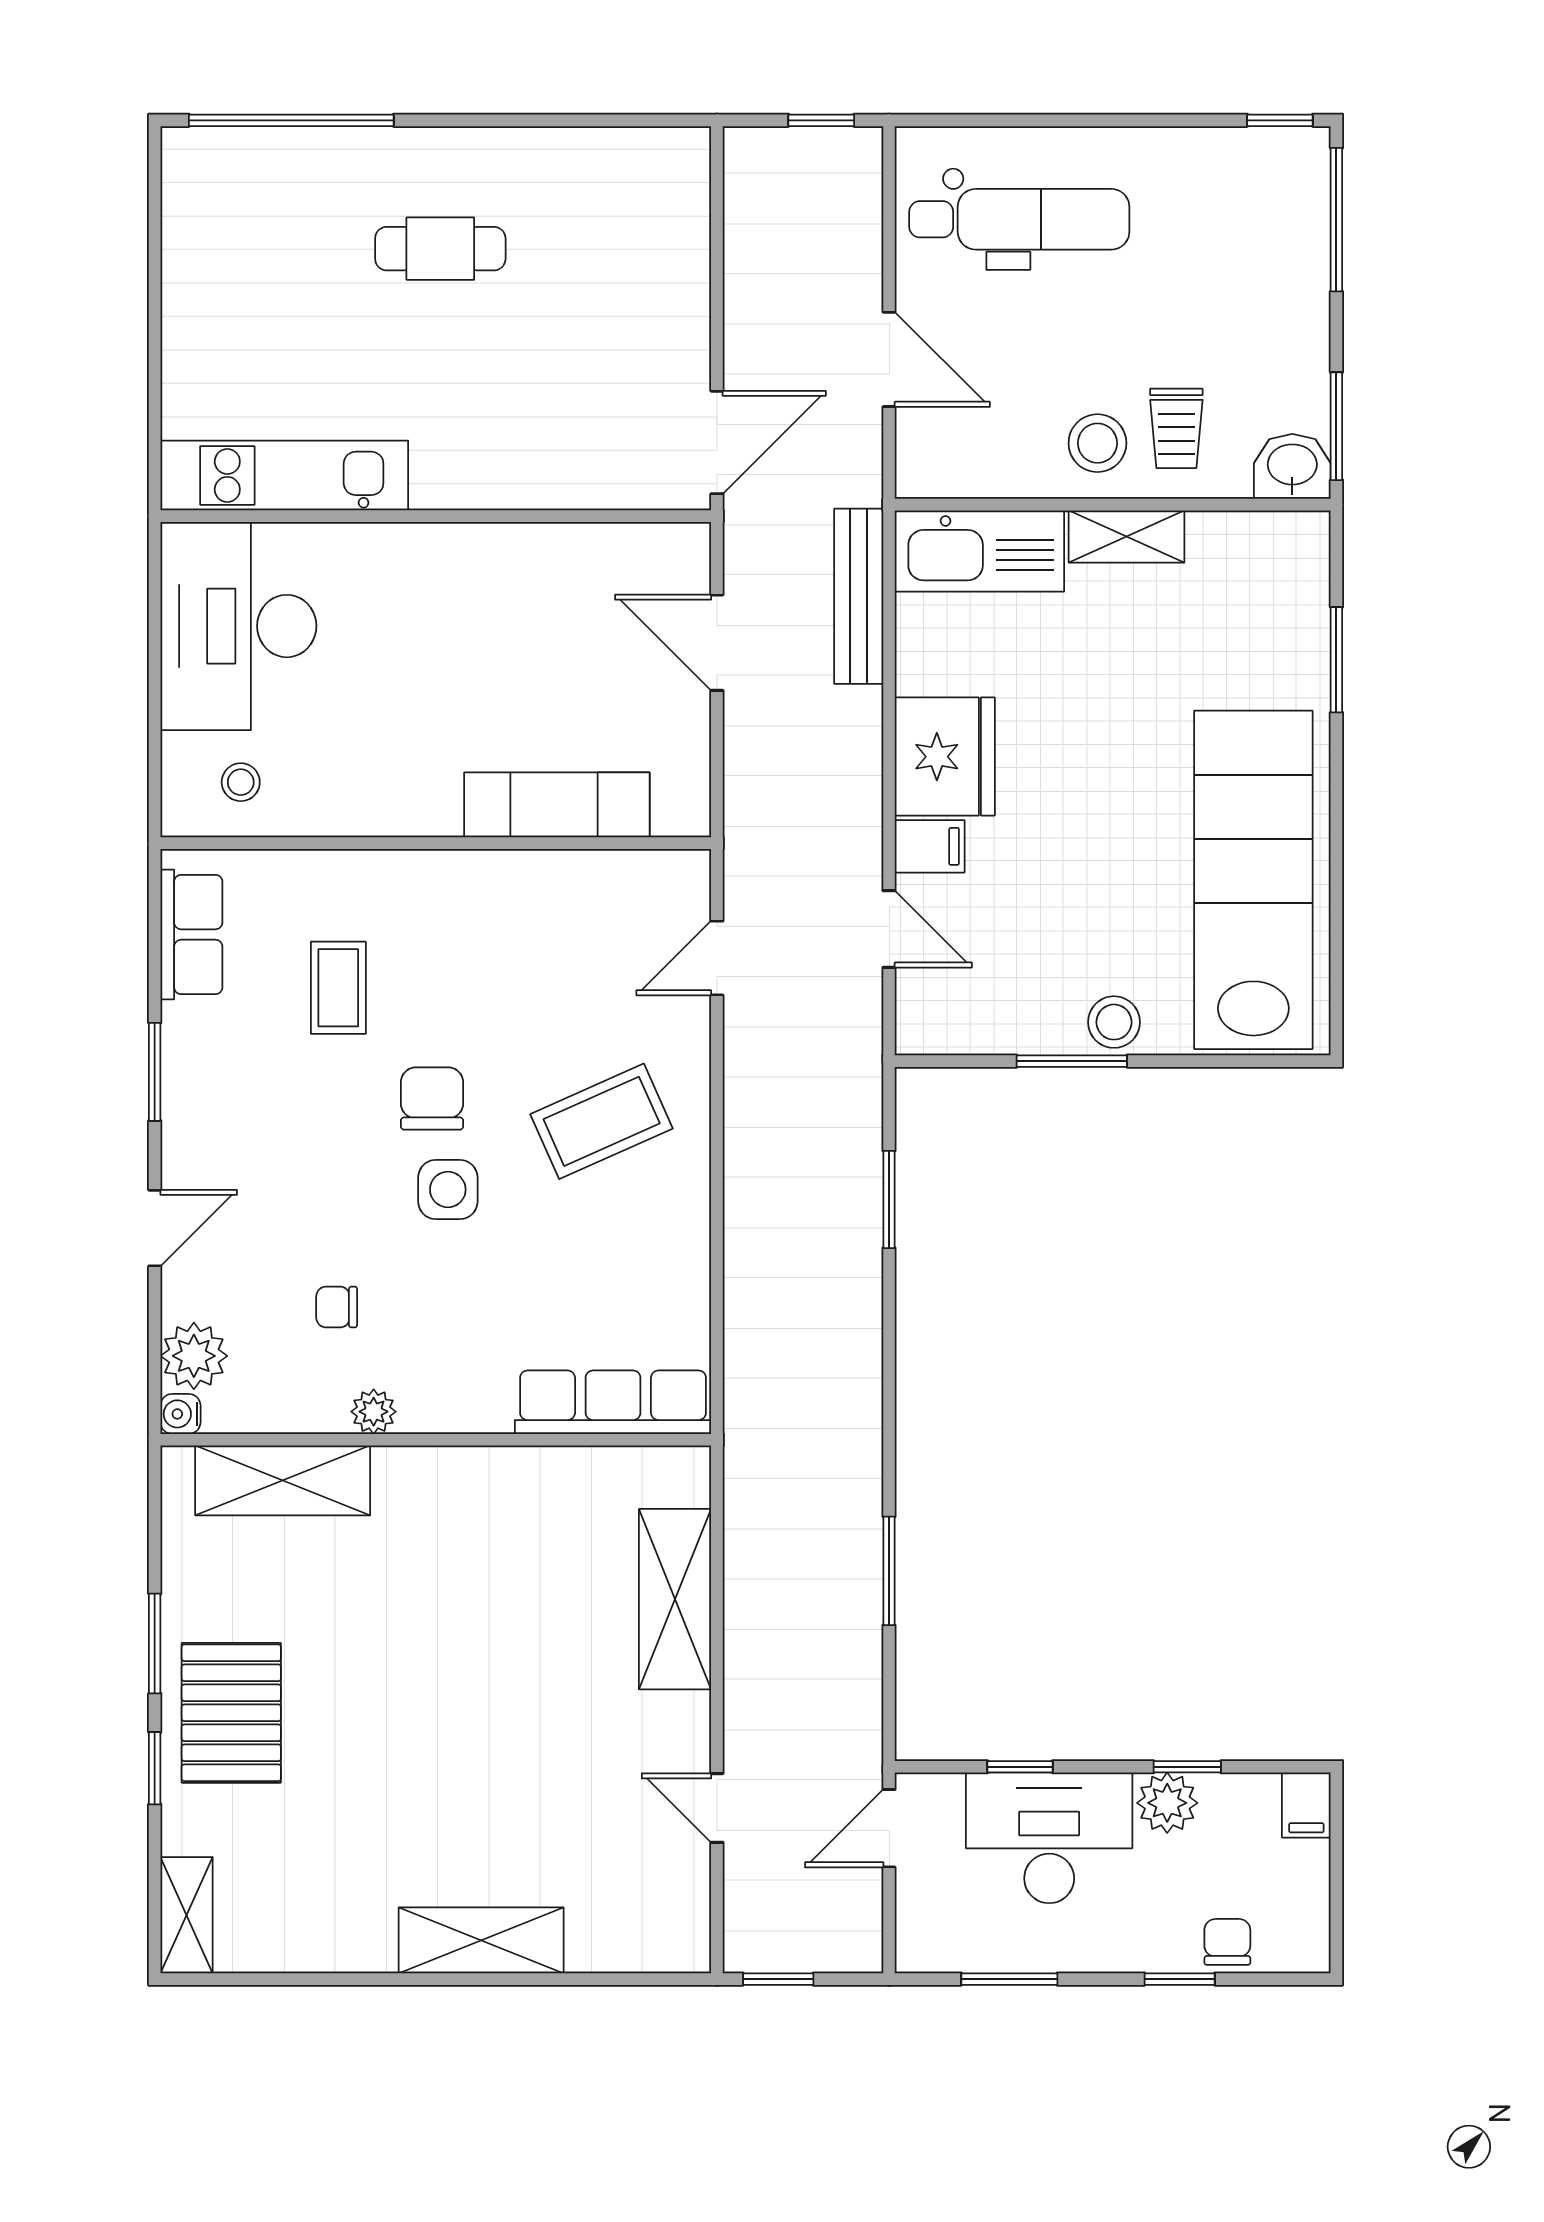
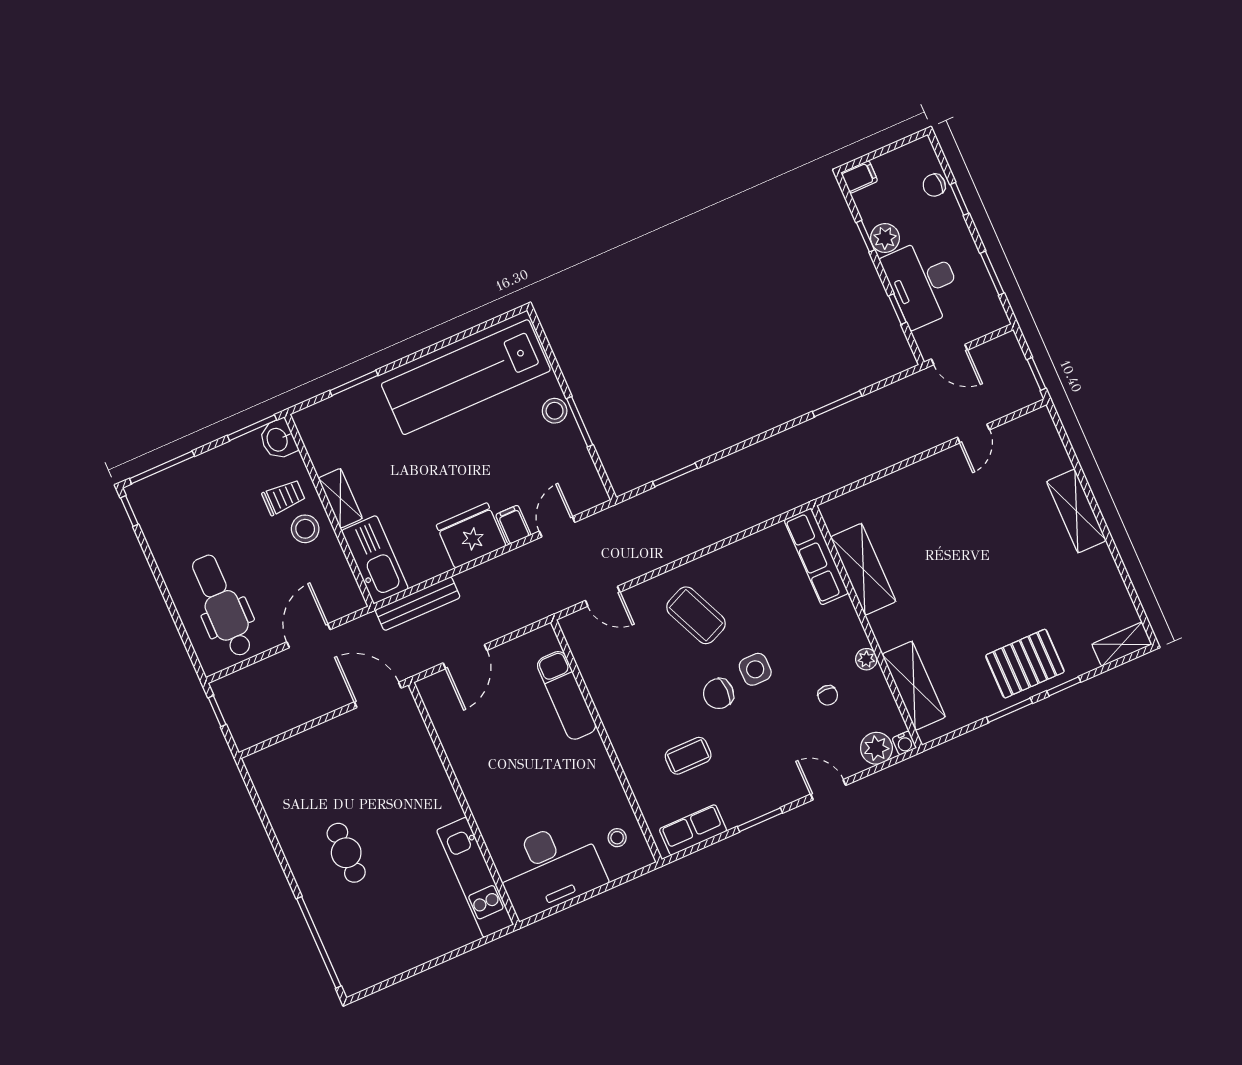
shelving: (675, 1599) -> (863, 569), moved, turned 90

